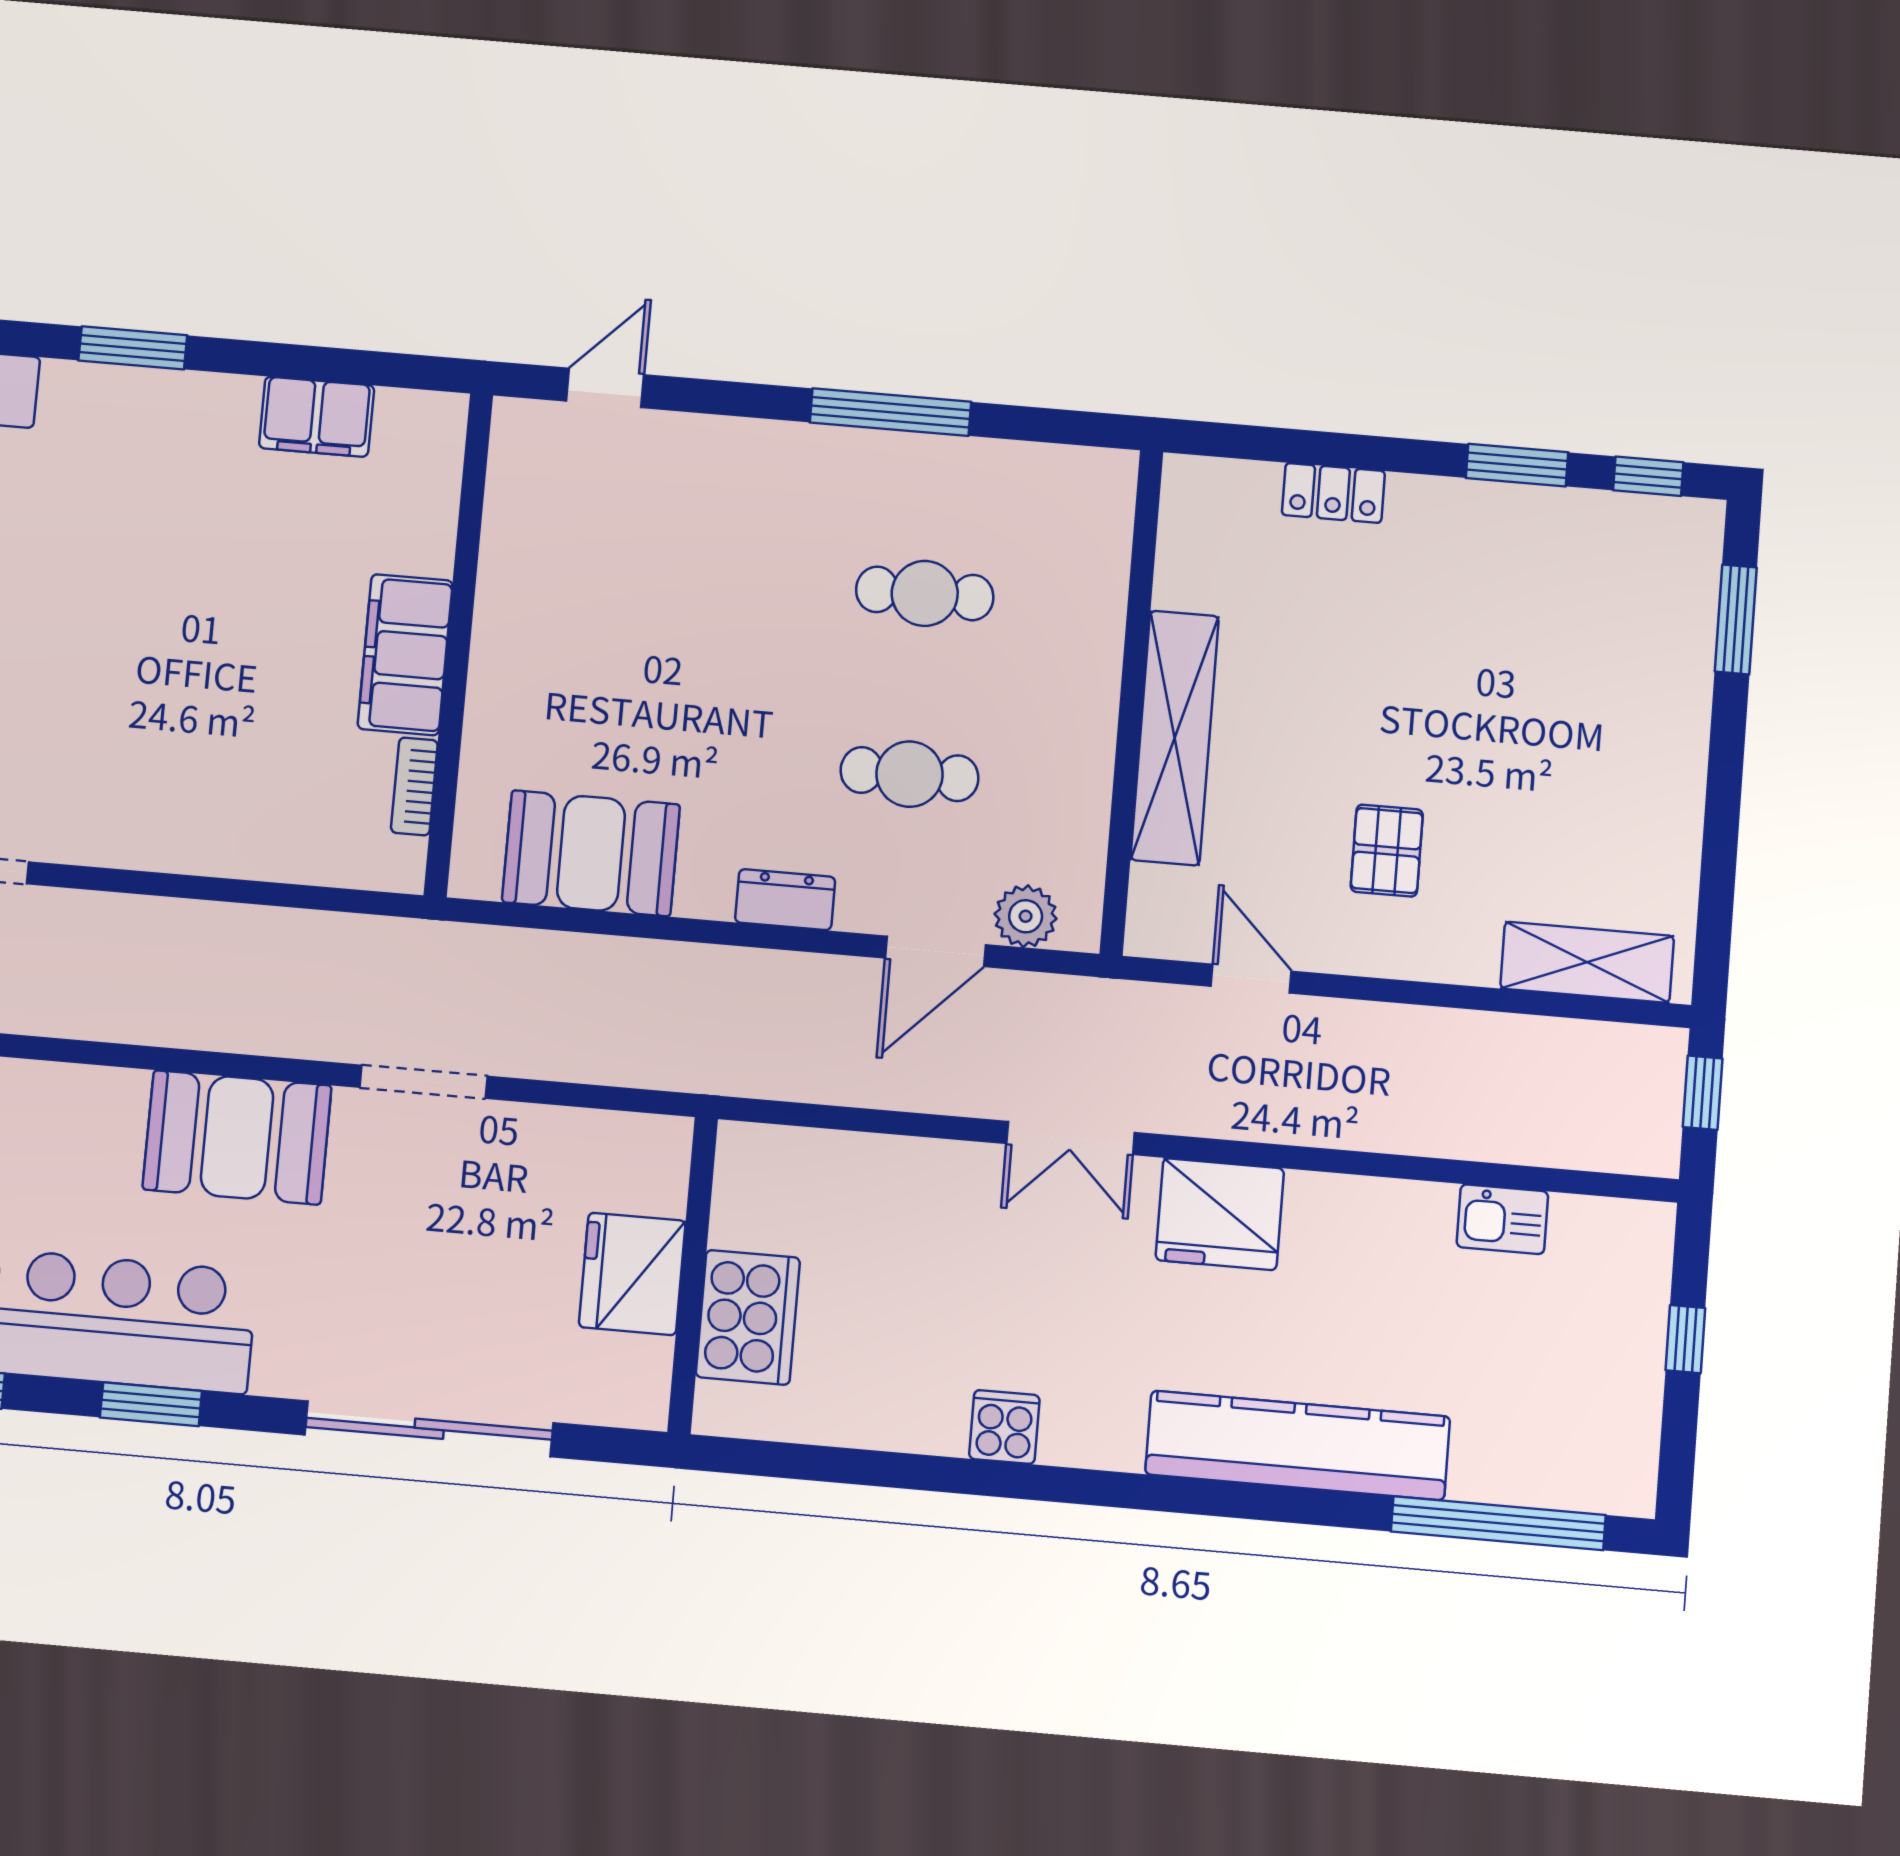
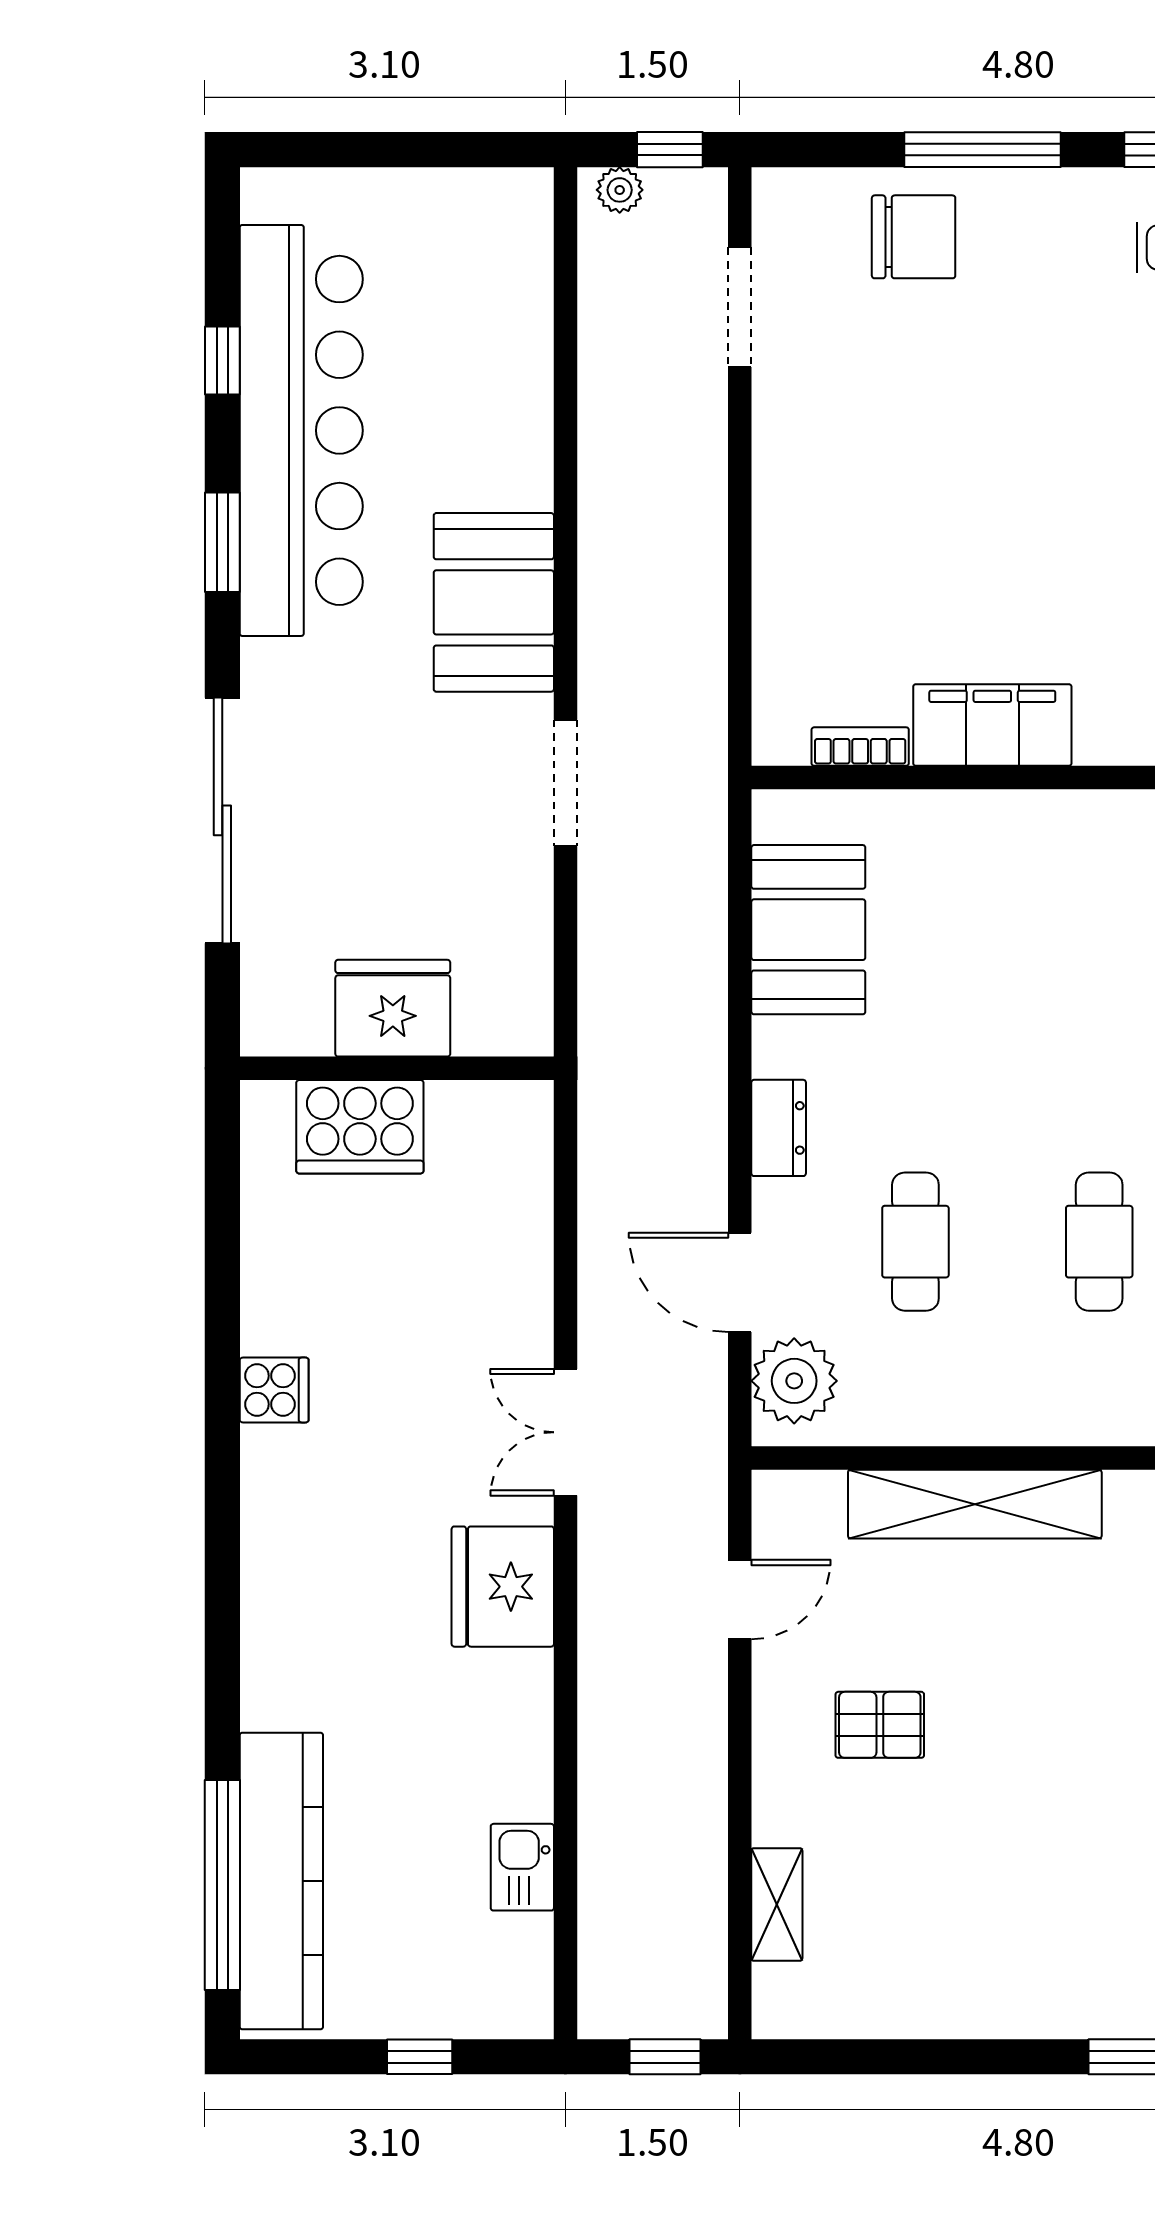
plant: (1026, 916) -> (794, 1381), width x1.36, depth x1.36
shelving: (1587, 962) -> (777, 1905), width x0.67, depth x0.75
kitchen counter: (1298, 1445) -> (281, 1881), moved

